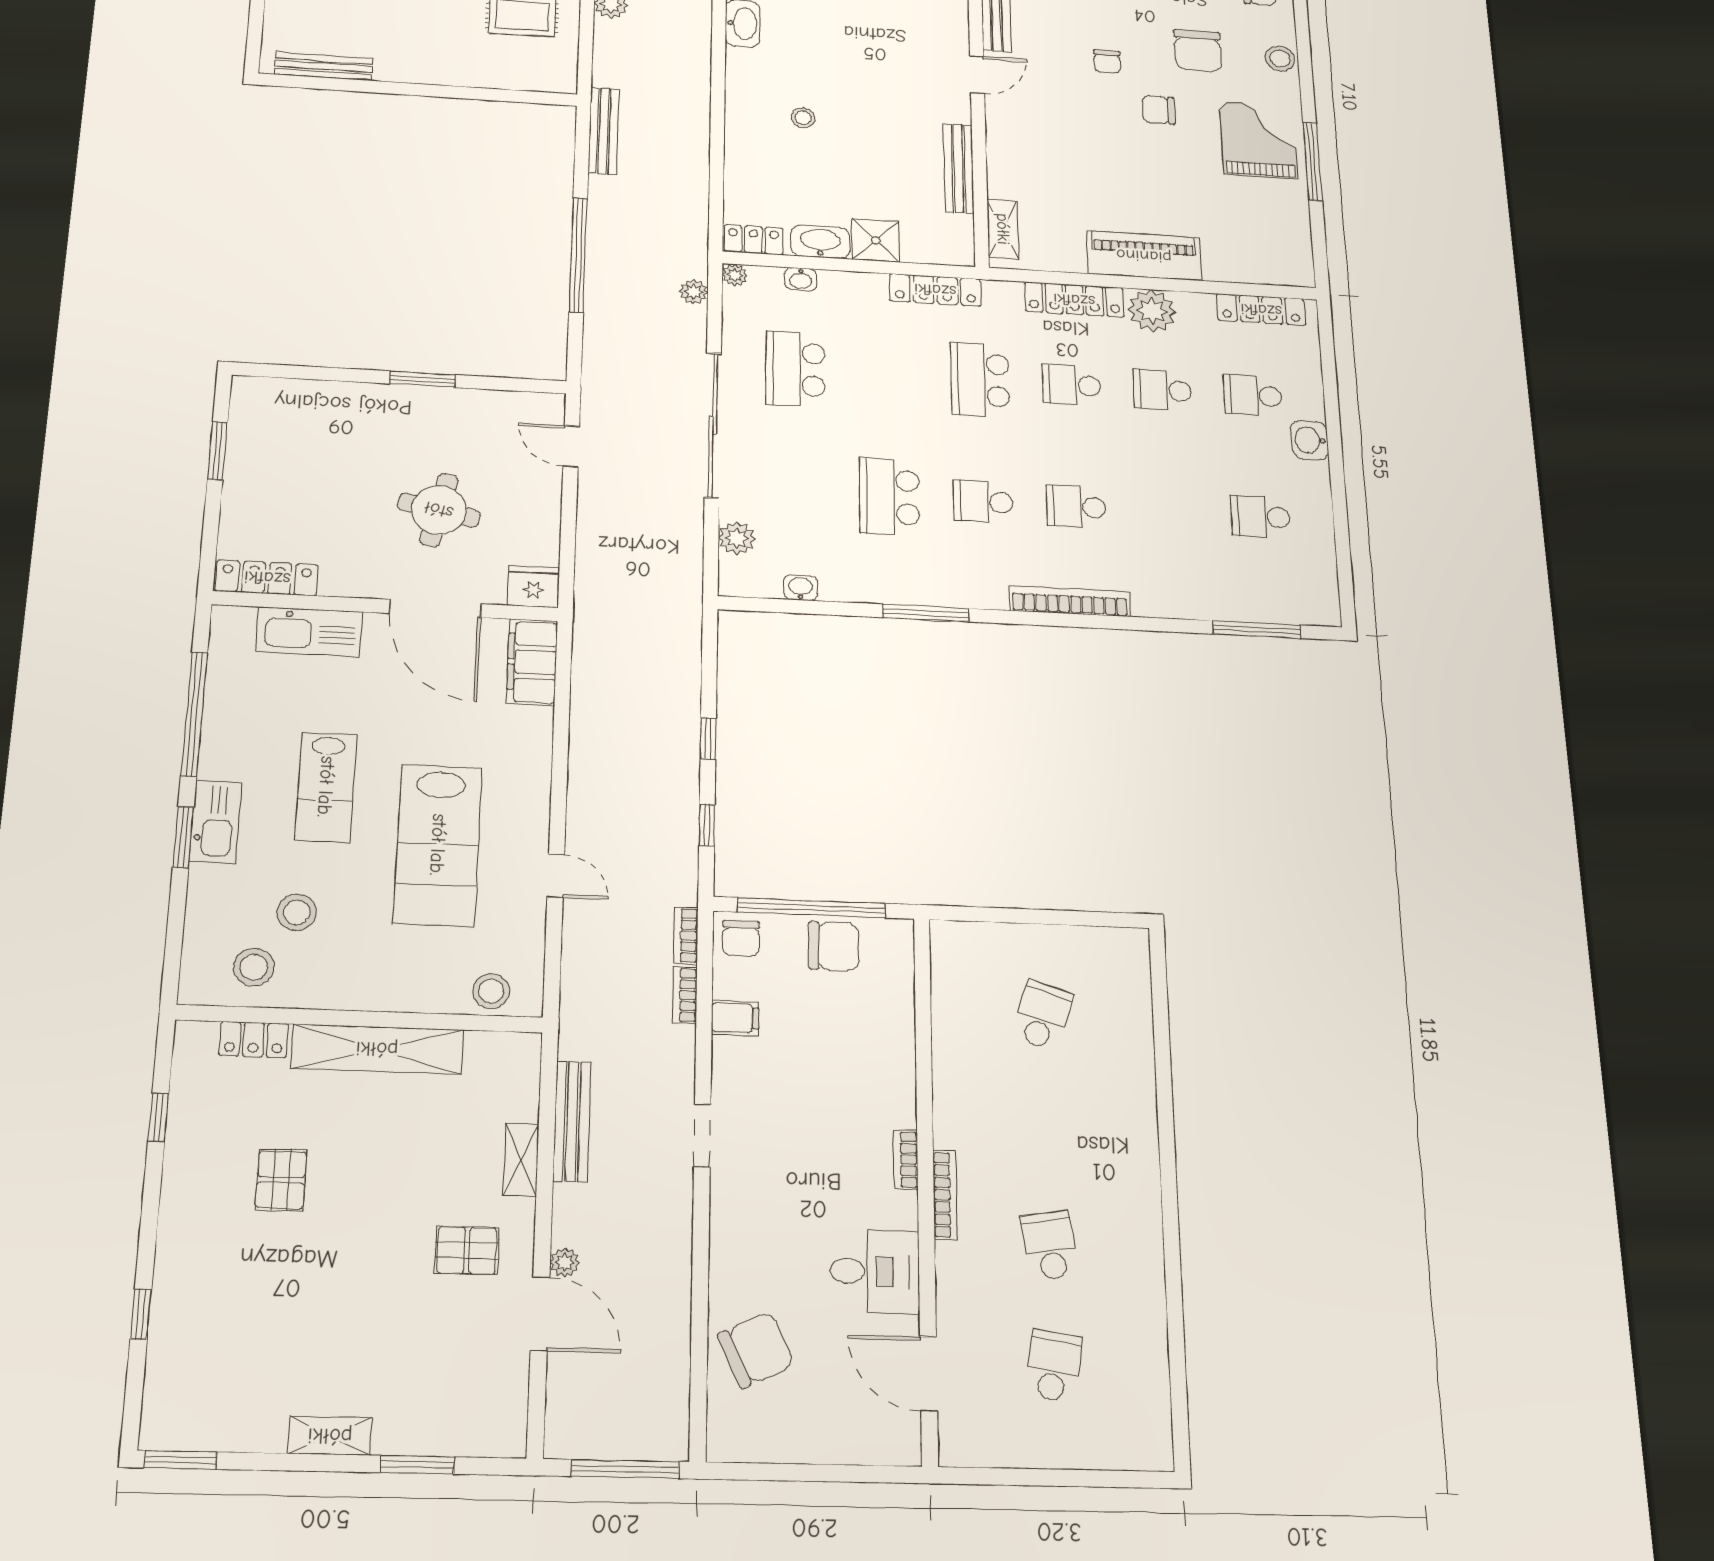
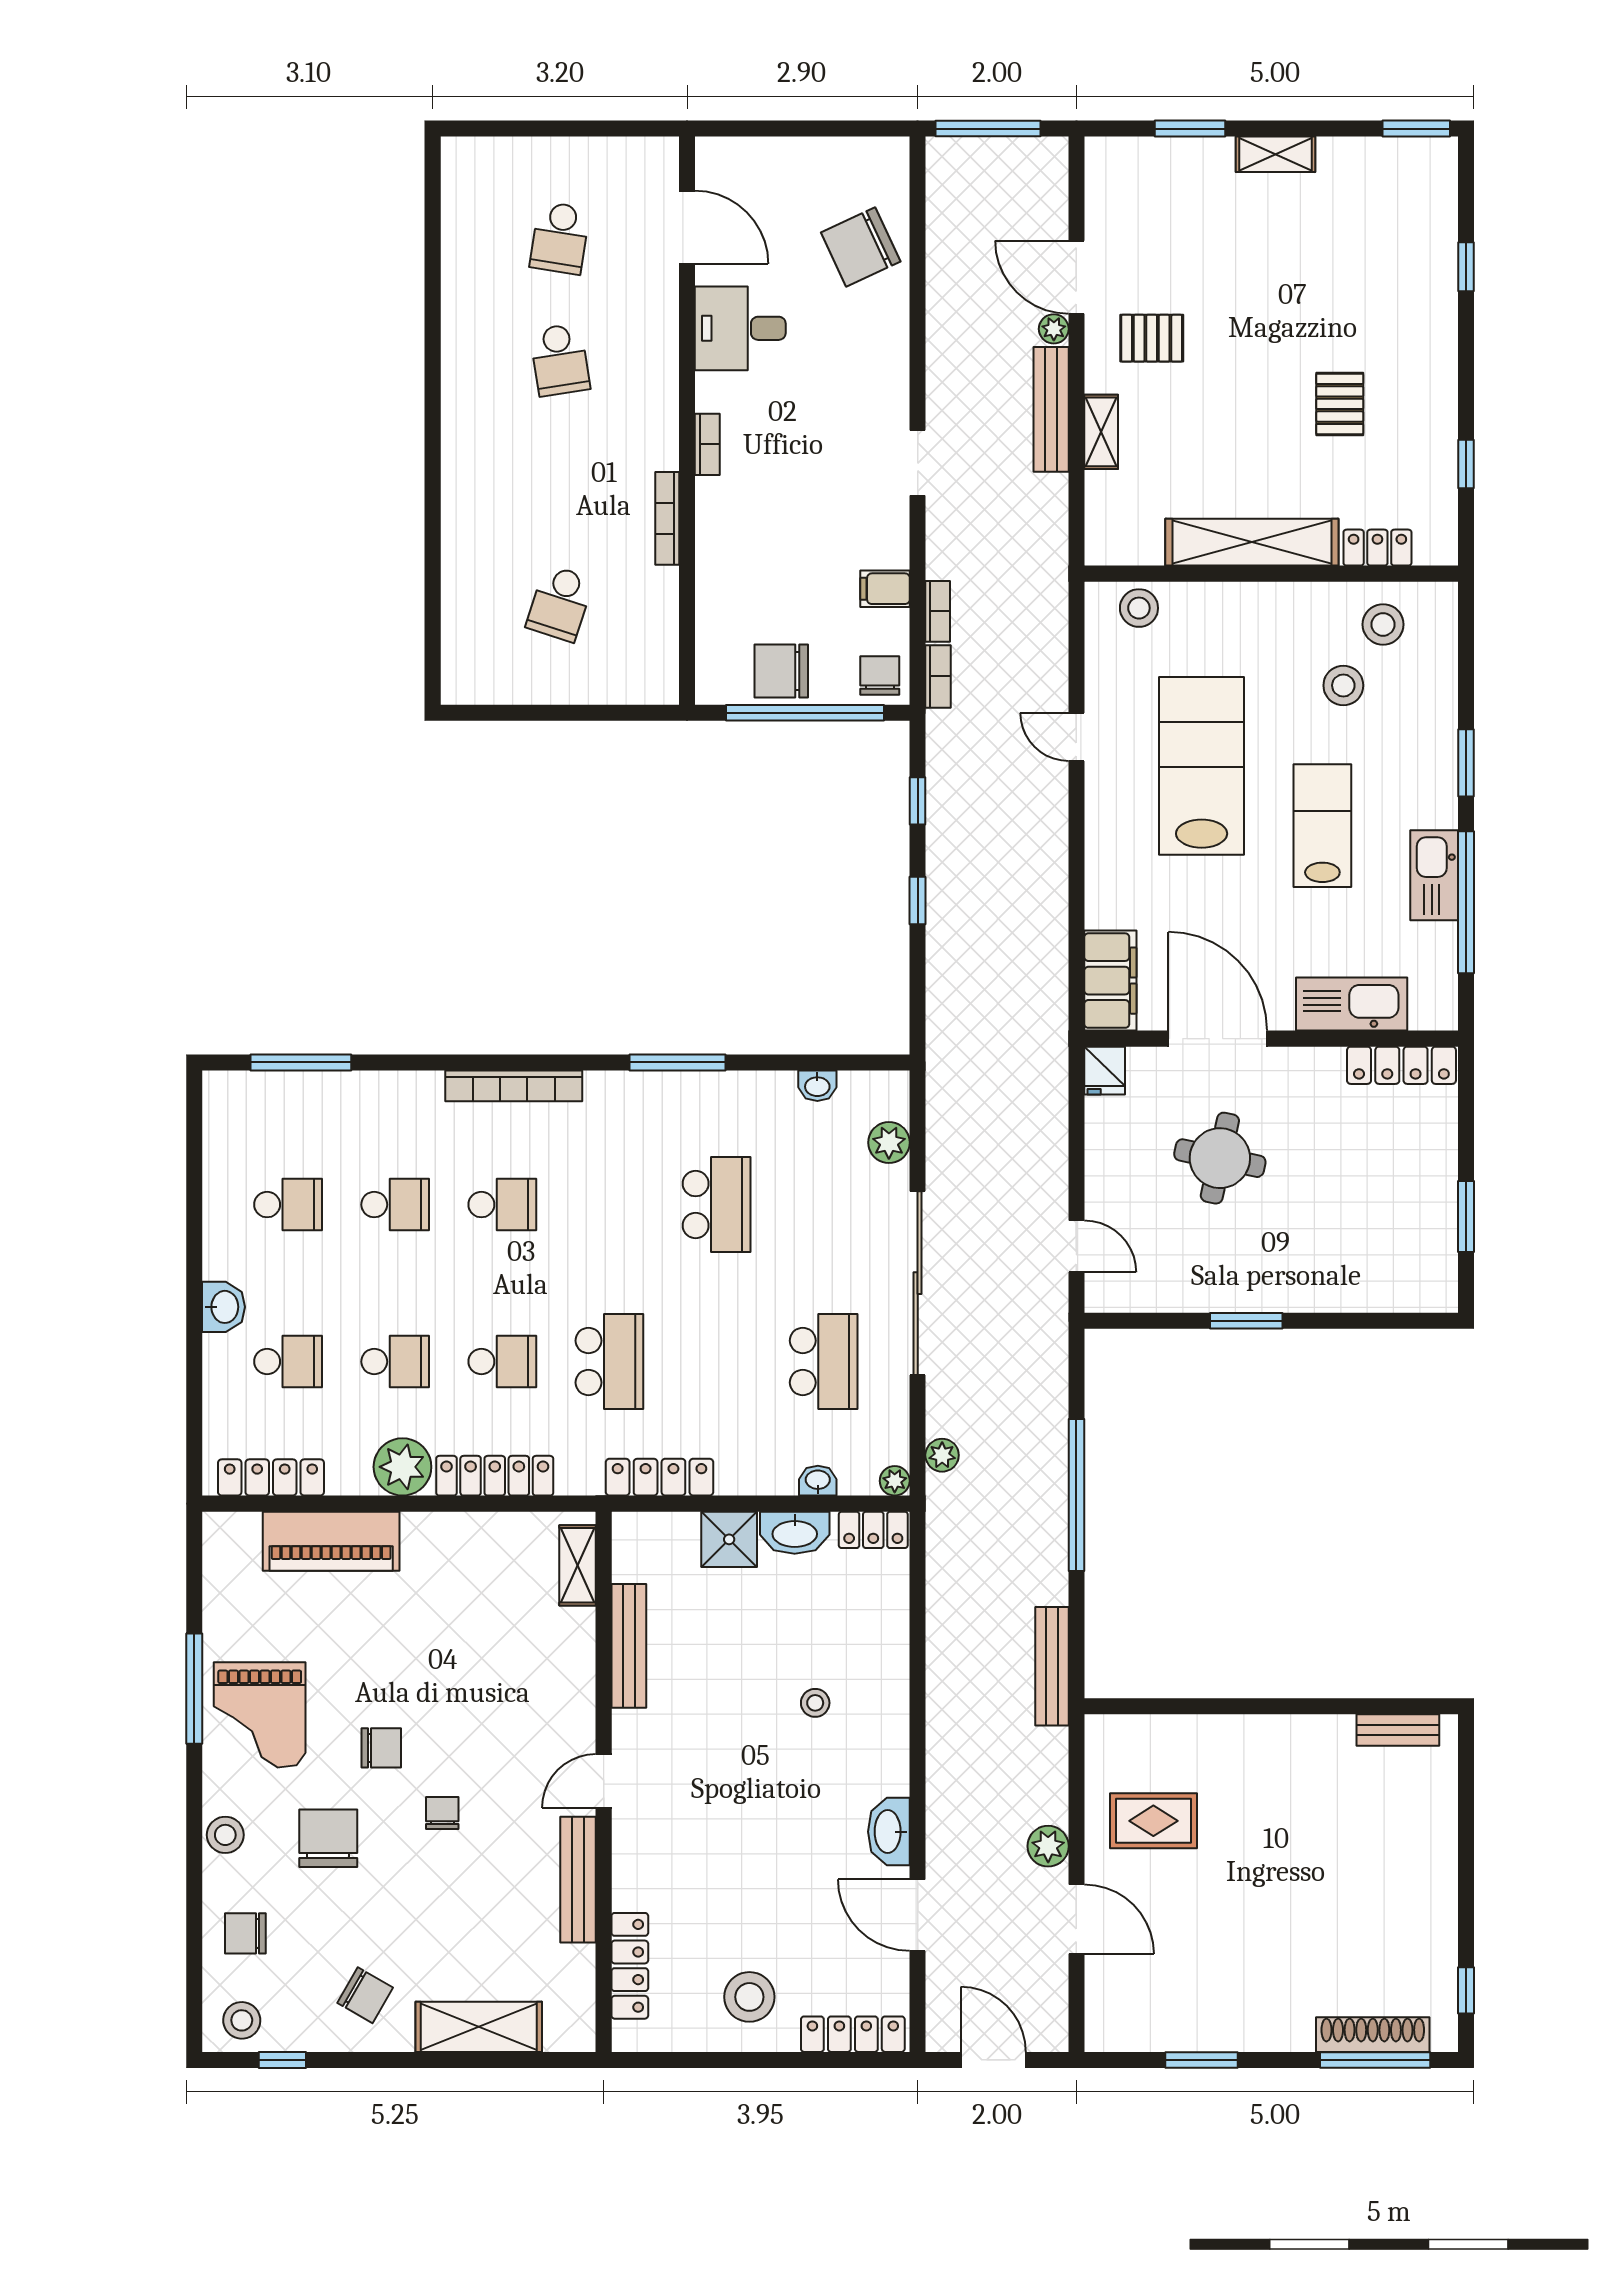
bench: (324, 66) -> (1398, 1730), width x0.73
piano: (1144, 256) -> (331, 1541), moved
school desk: (983, 502) -> (395, 1205), moved
fridge: (533, 587) -> (1105, 1071), width x0.72
kitchen sink: (215, 822) -> (1434, 875), moved
bench: (572, 1121) -> (1051, 409), moved
bookcase: (945, 1195) -> (667, 518), moved

